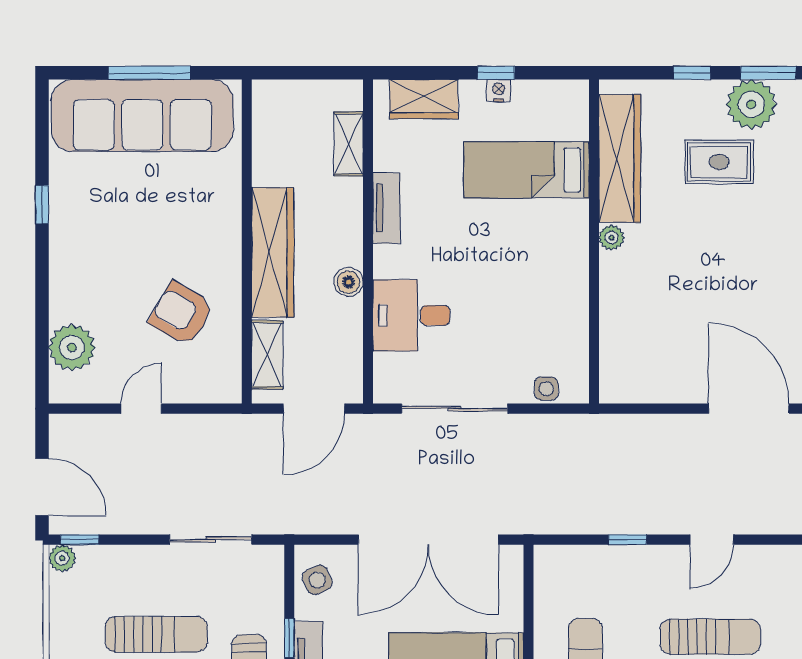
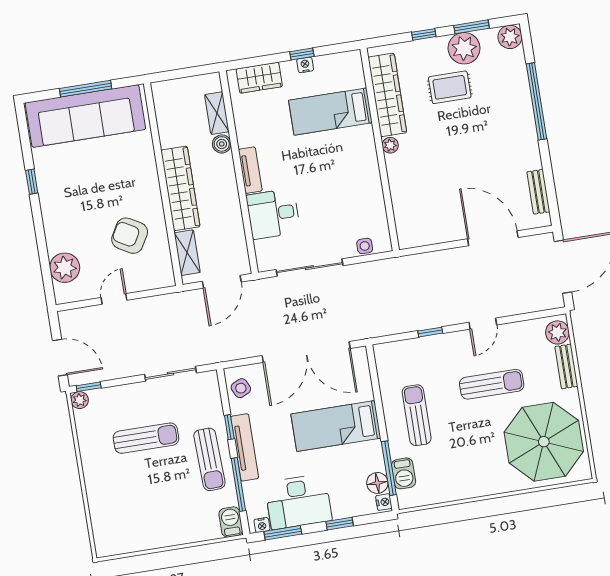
tv unit: (386, 208) -> (250, 170), moved
boiler: (348, 282) -> (222, 144), moved

